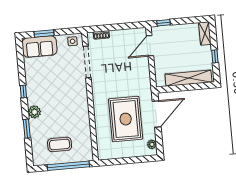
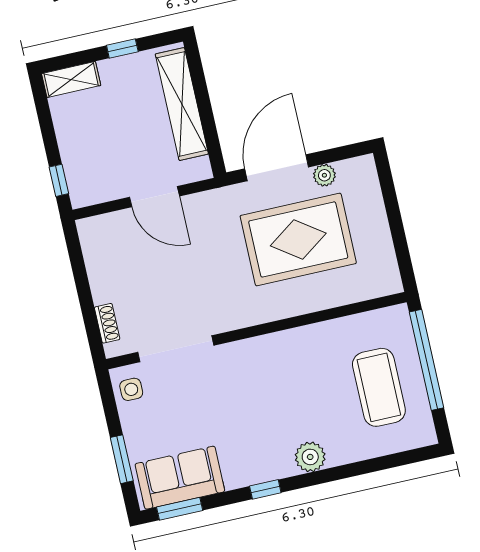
door: (150, 46) -> (155, 197), moved
sofa: (39, 47) -> (180, 478), moved, turned -90
door: (157, 114) -> (277, 168), hinge flipped
window: (27, 129) -> (180, 509), moved
coffee table: (60, 144) -> (379, 387), width x1.36, depth x1.32
plant: (152, 144) -> (324, 175), moved

